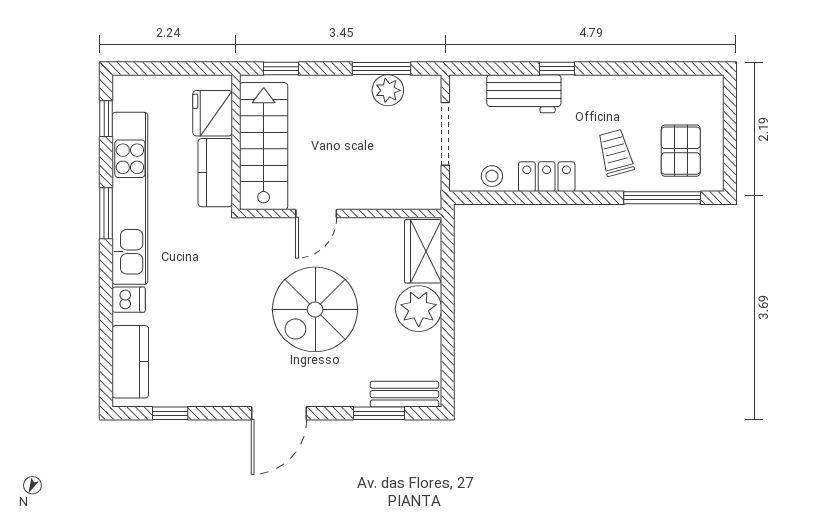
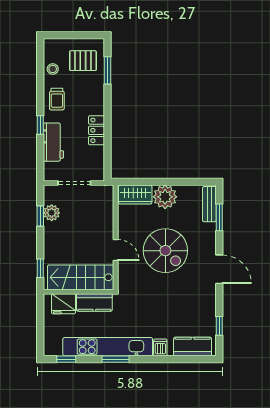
window: (381, 69) -> (40, 216), width x0.67
trolley: (616, 153) -> (57, 99), moved, turned -75
stool: (492, 176) -> (53, 69), moved
window: (662, 198) -> (107, 70), width x0.69

